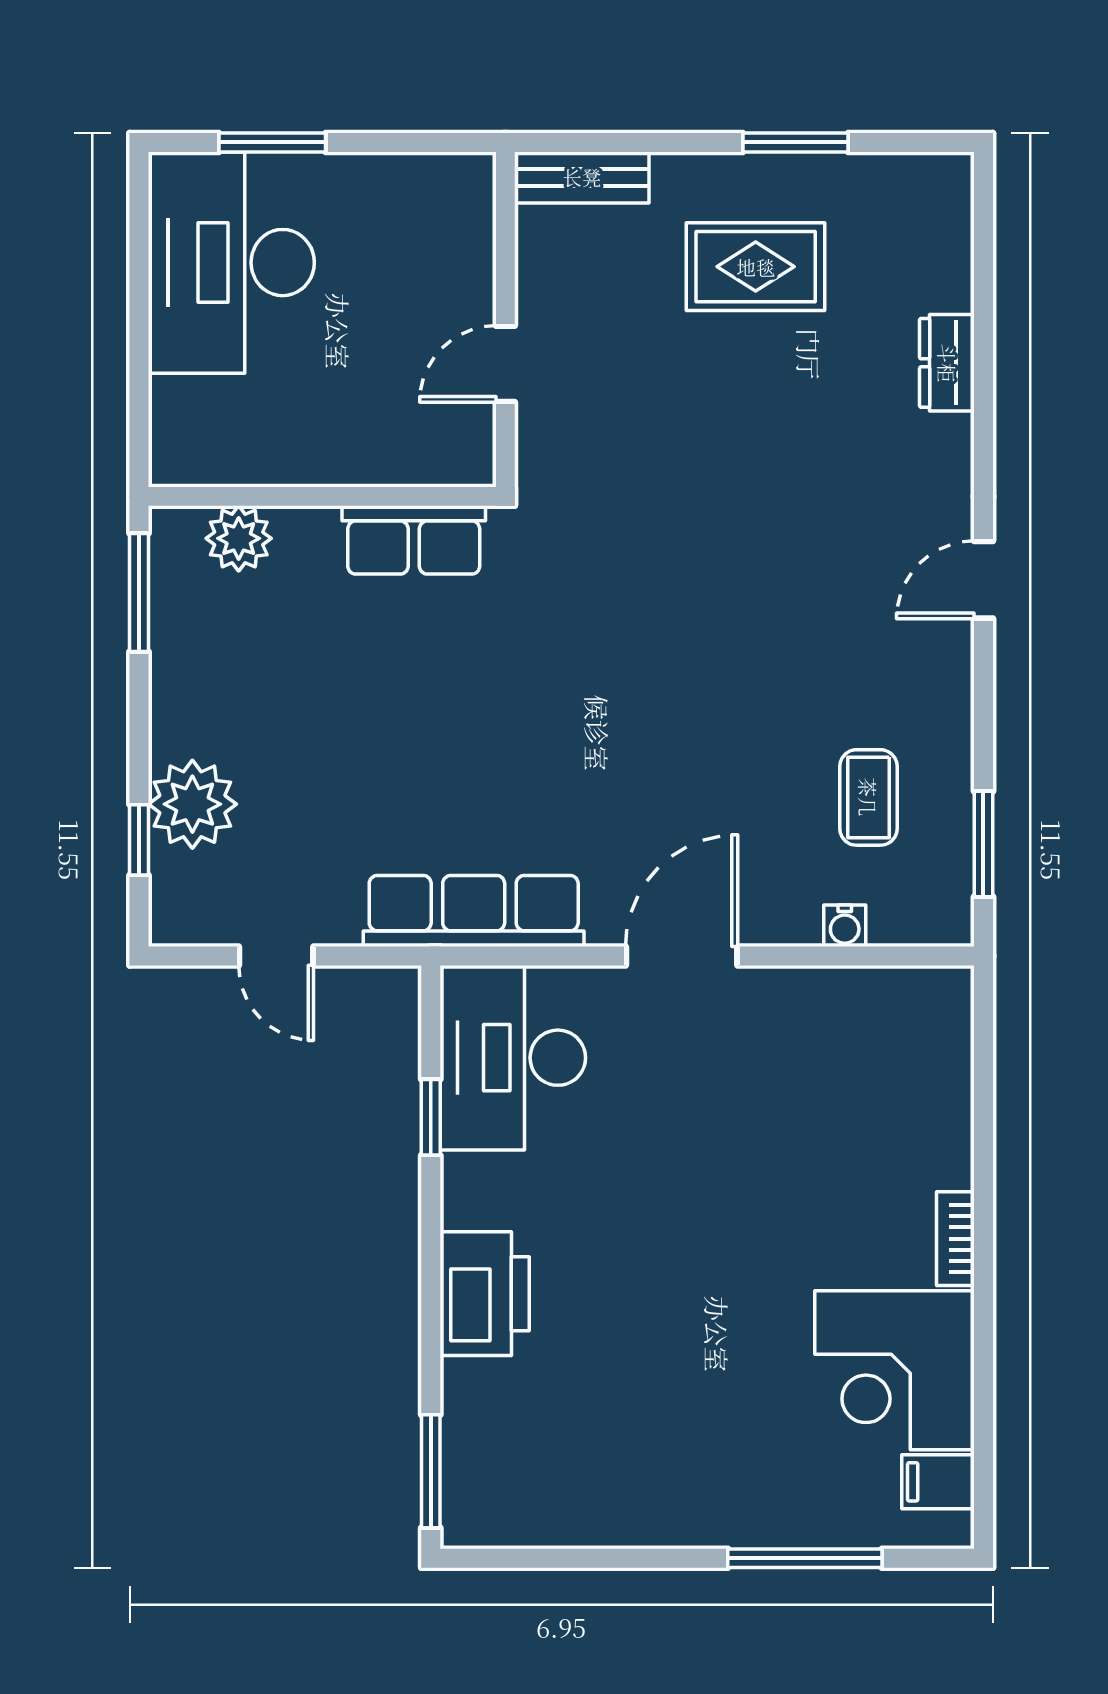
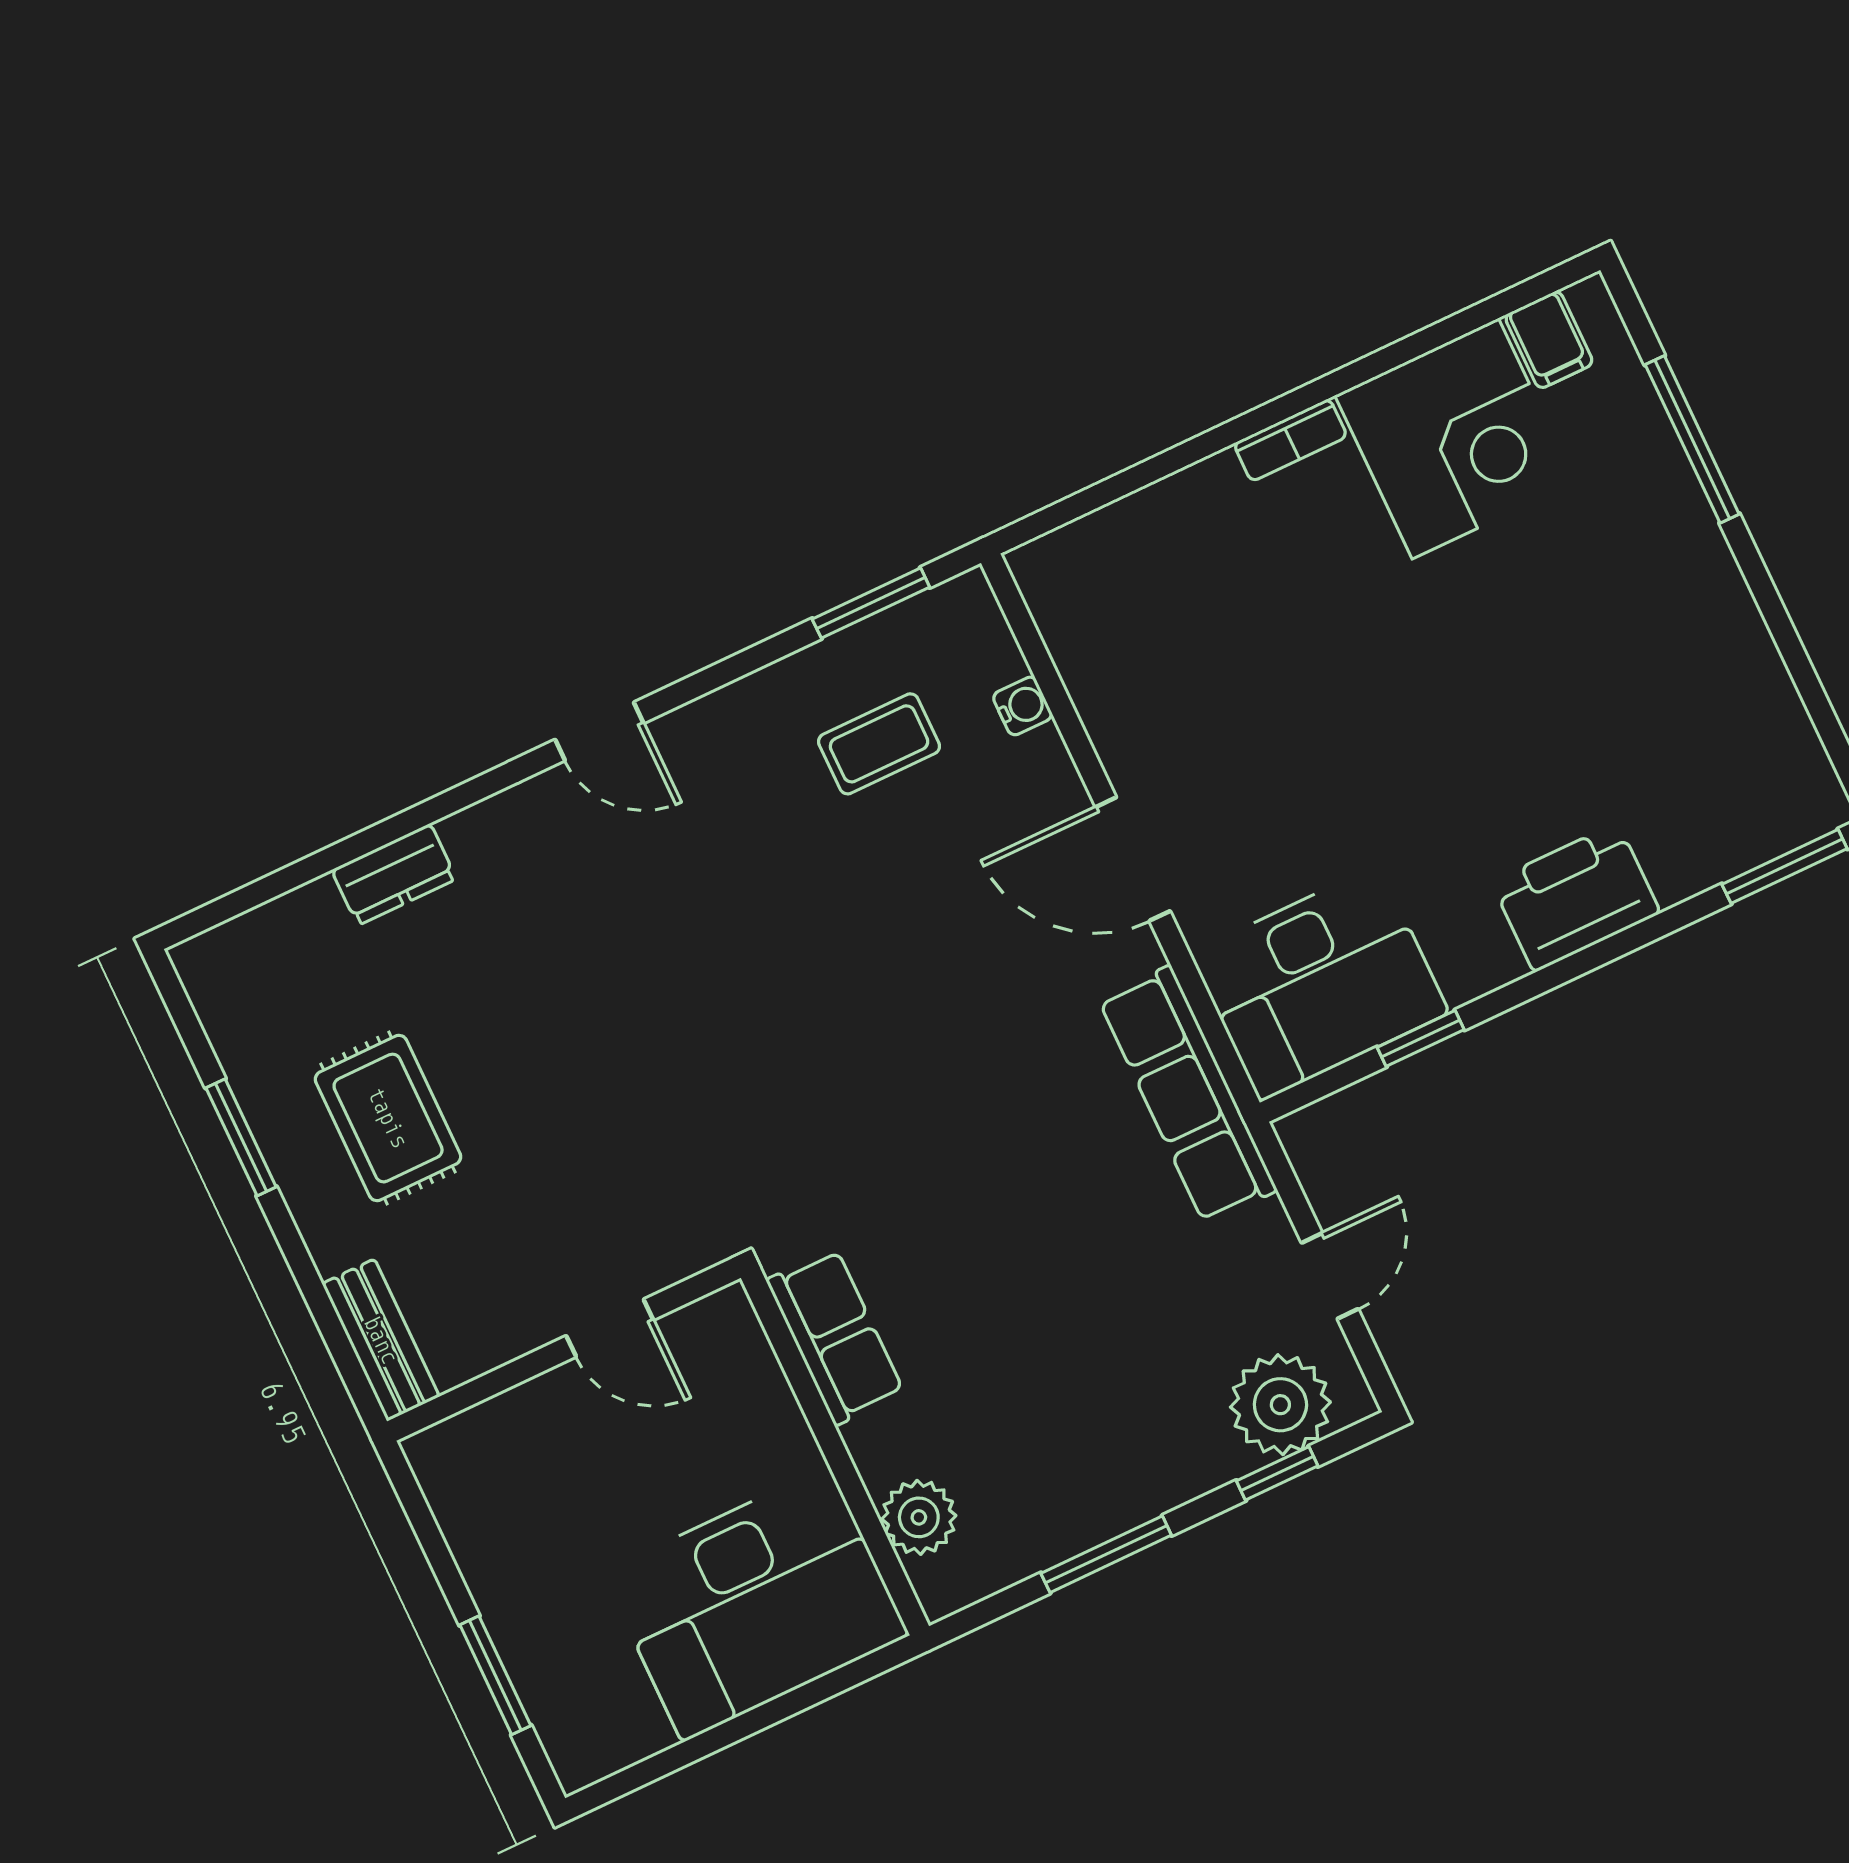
desk: (231, 263) -> (756, 1604), moved
window: (139, 593) -> (1106, 1554), moved
plant: (192, 804) -> (1280, 1405), moved

